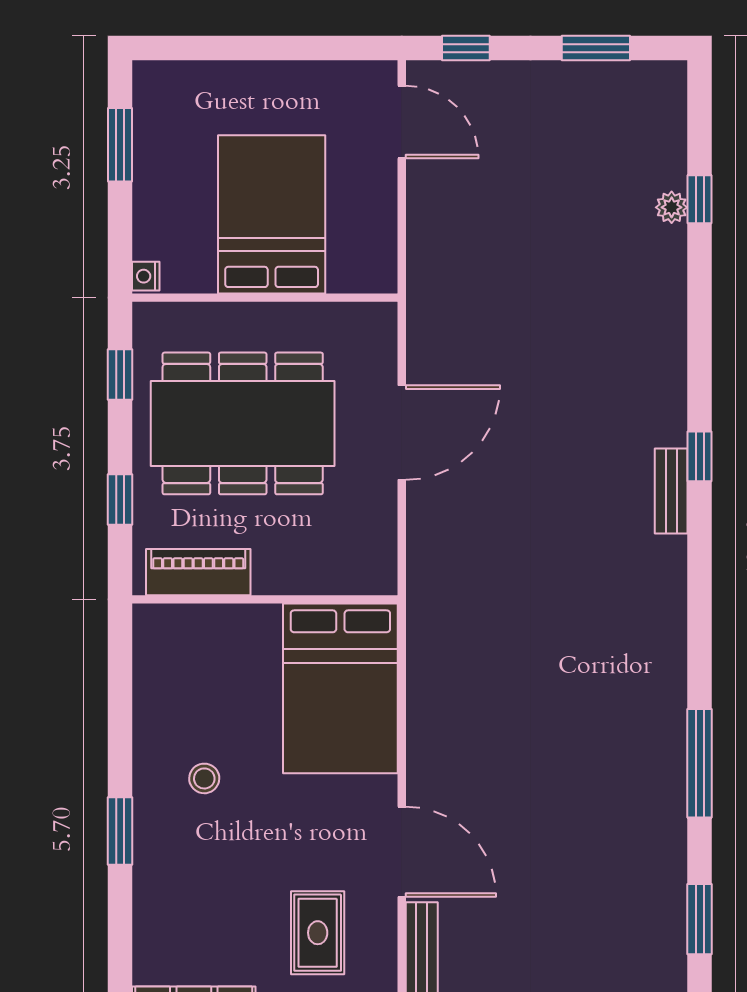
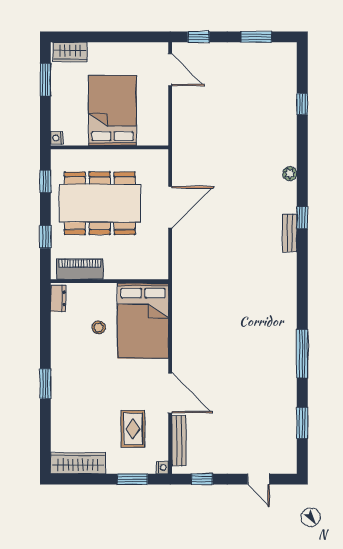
wardrobe: (175, 82) -> (70, 52), added
plant: (672, 207) -> (290, 174), moved
dresser: (149, 638) -> (58, 298), added
stool: (204, 778) -> (99, 327), moved

